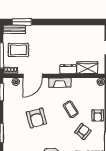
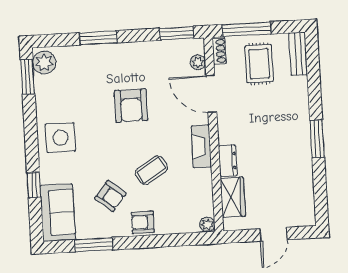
window: (22, 22) -> (317, 139), moved
armchair: (36, 118) -> (131, 106), turned -75

